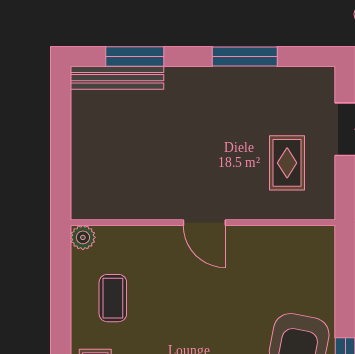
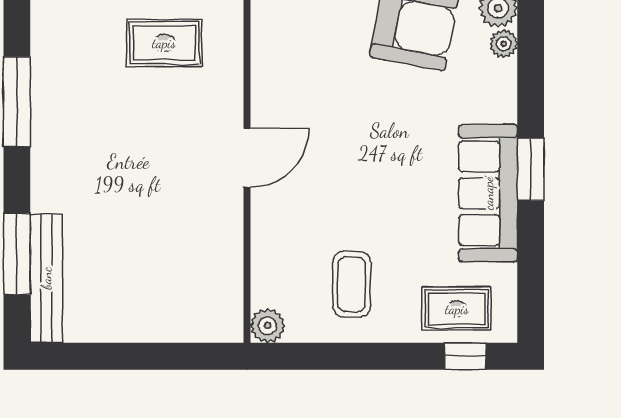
coffee table: (113, 298) -> (352, 284), turned 90

